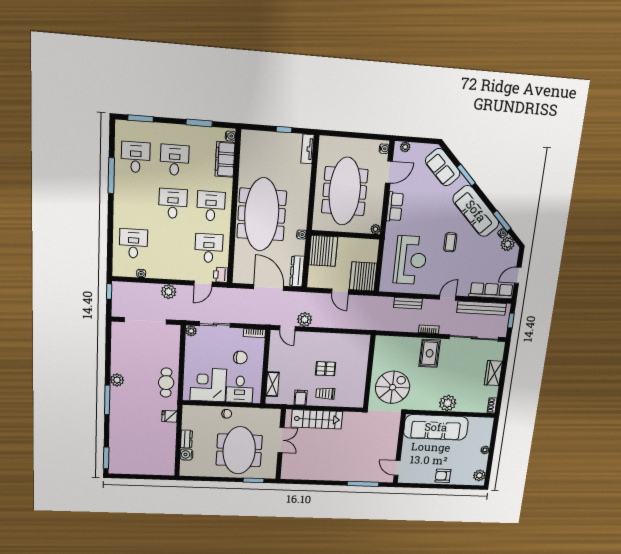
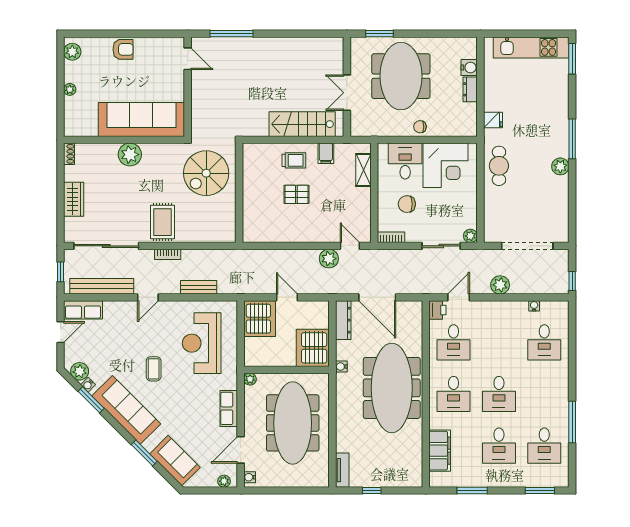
water cooler: (230, 136) -> (435, 478), removed
row of seats: (491, 291) -> (83, 310), width x0.68
kitchen unit: (138, 467) -> (531, 47), added

